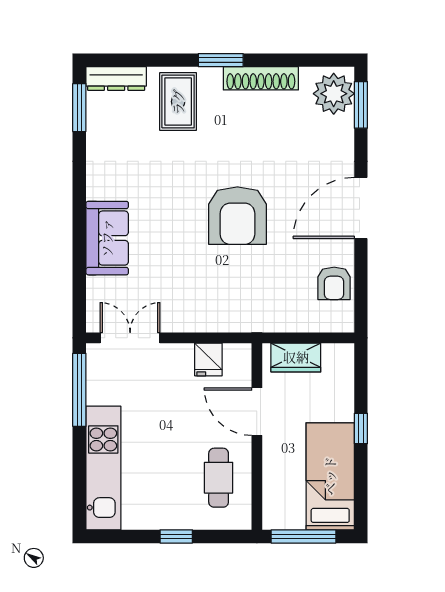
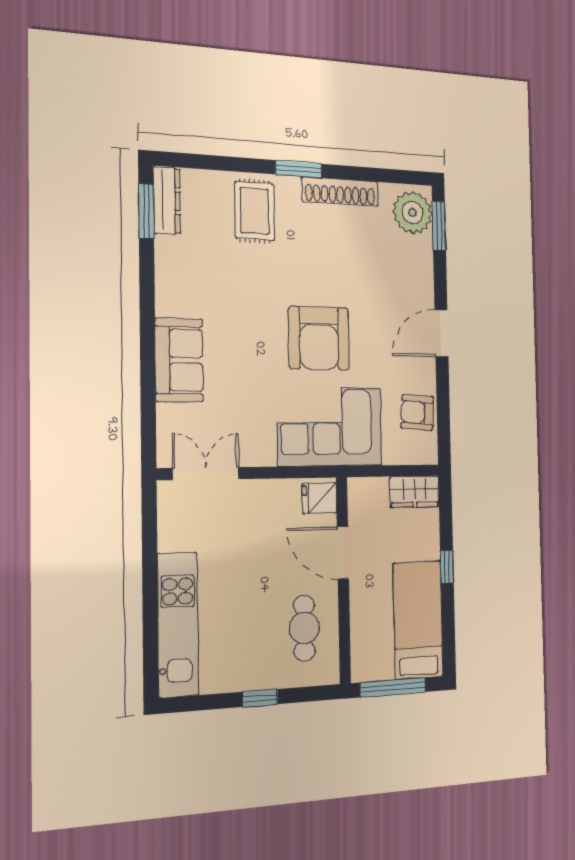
dresser: (116, 79) -> (167, 200), moved, turned -90
door: (361, 208) -> (441, 333), width x0.73
armchair: (334, 283) -> (417, 412), turned 94
corner sofa: (247, 297) -> (330, 427), added
wardrobe: (296, 357) -> (415, 492), moved
fridge: (208, 359) -> (319, 498), moved, turned 90
window: (79, 390) -> (149, 535), removed

